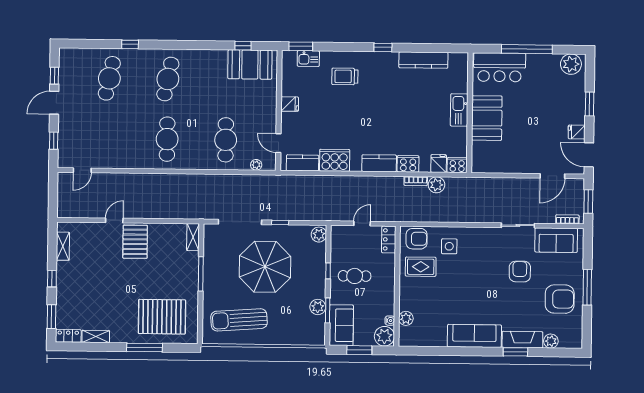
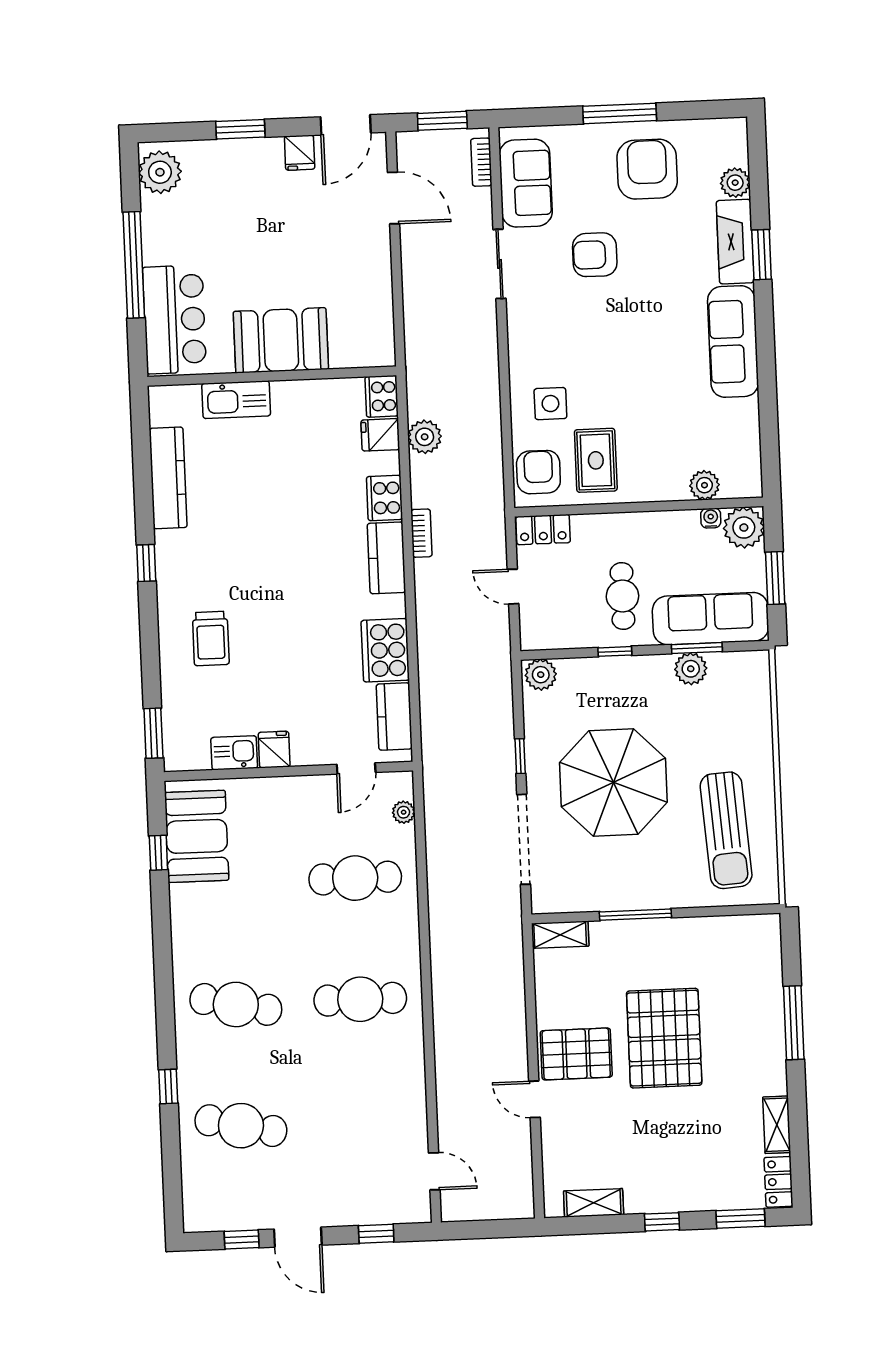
kitchen sink: (308, 59) -> (234, 753), moved, turned -90
kitchen sink: (459, 110) -> (236, 400), moved
bookcase: (416, 181) -> (421, 533), moved
pallet: (162, 317) -> (664, 1038), moved
sofa: (341, 325) -> (711, 619), width x1.36

